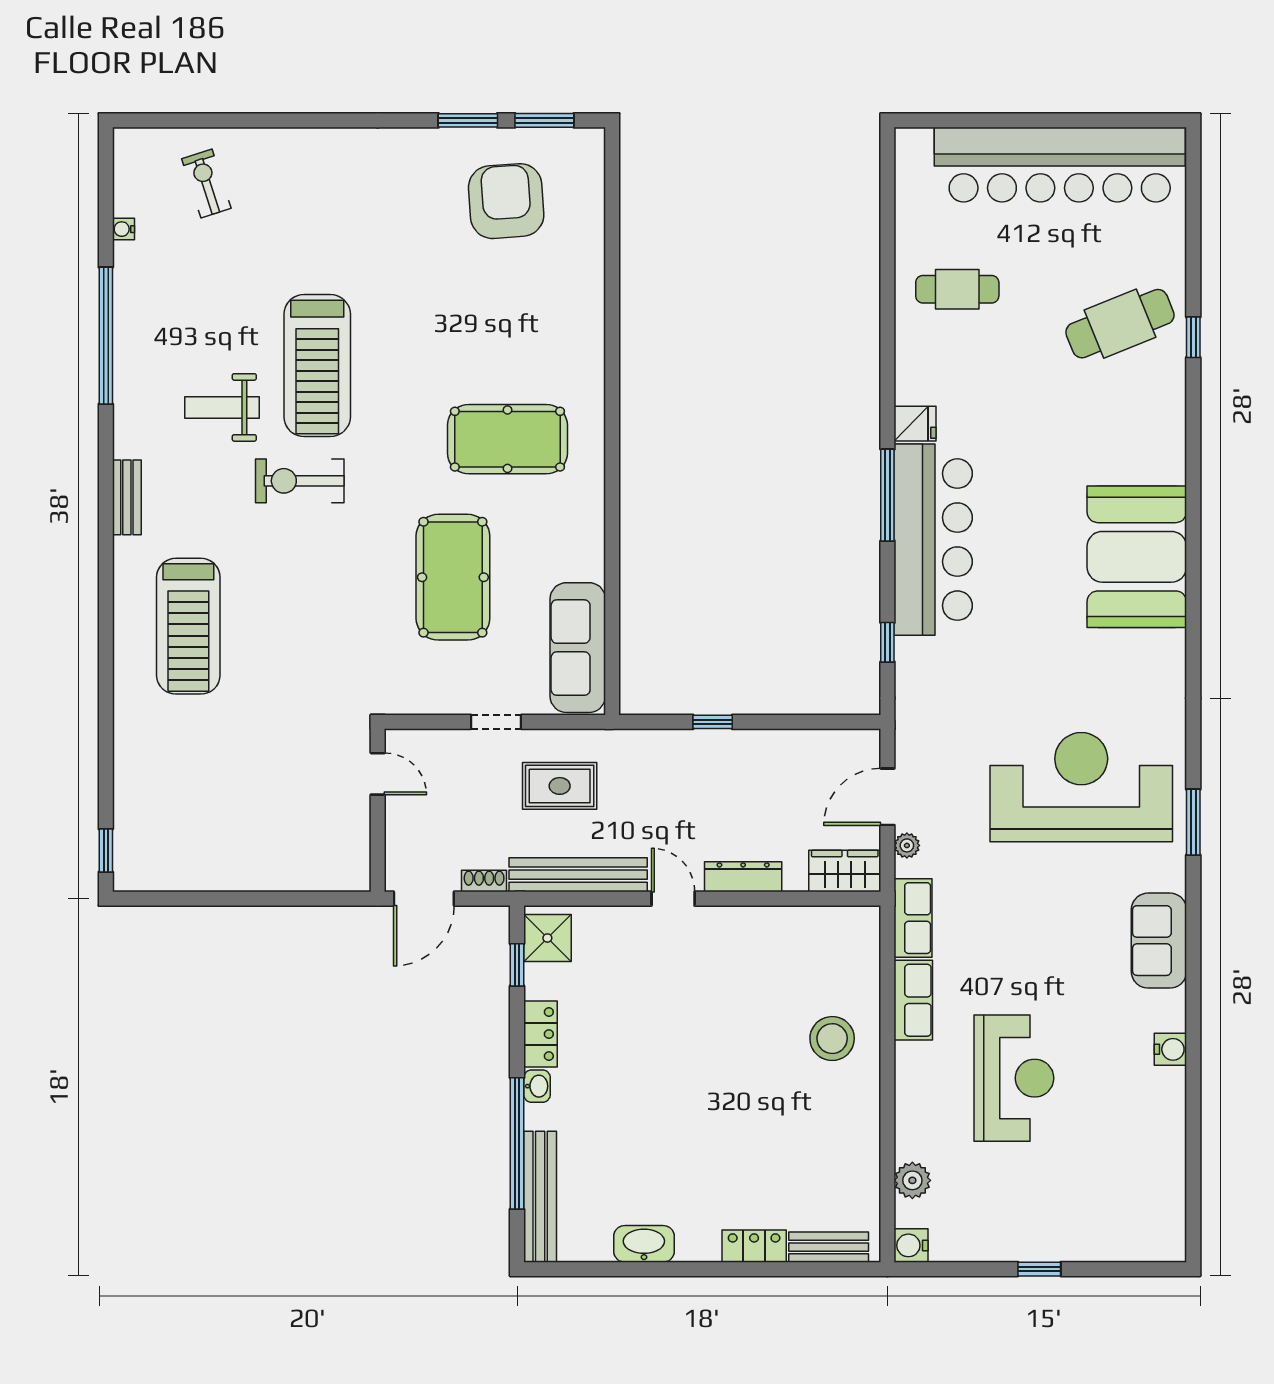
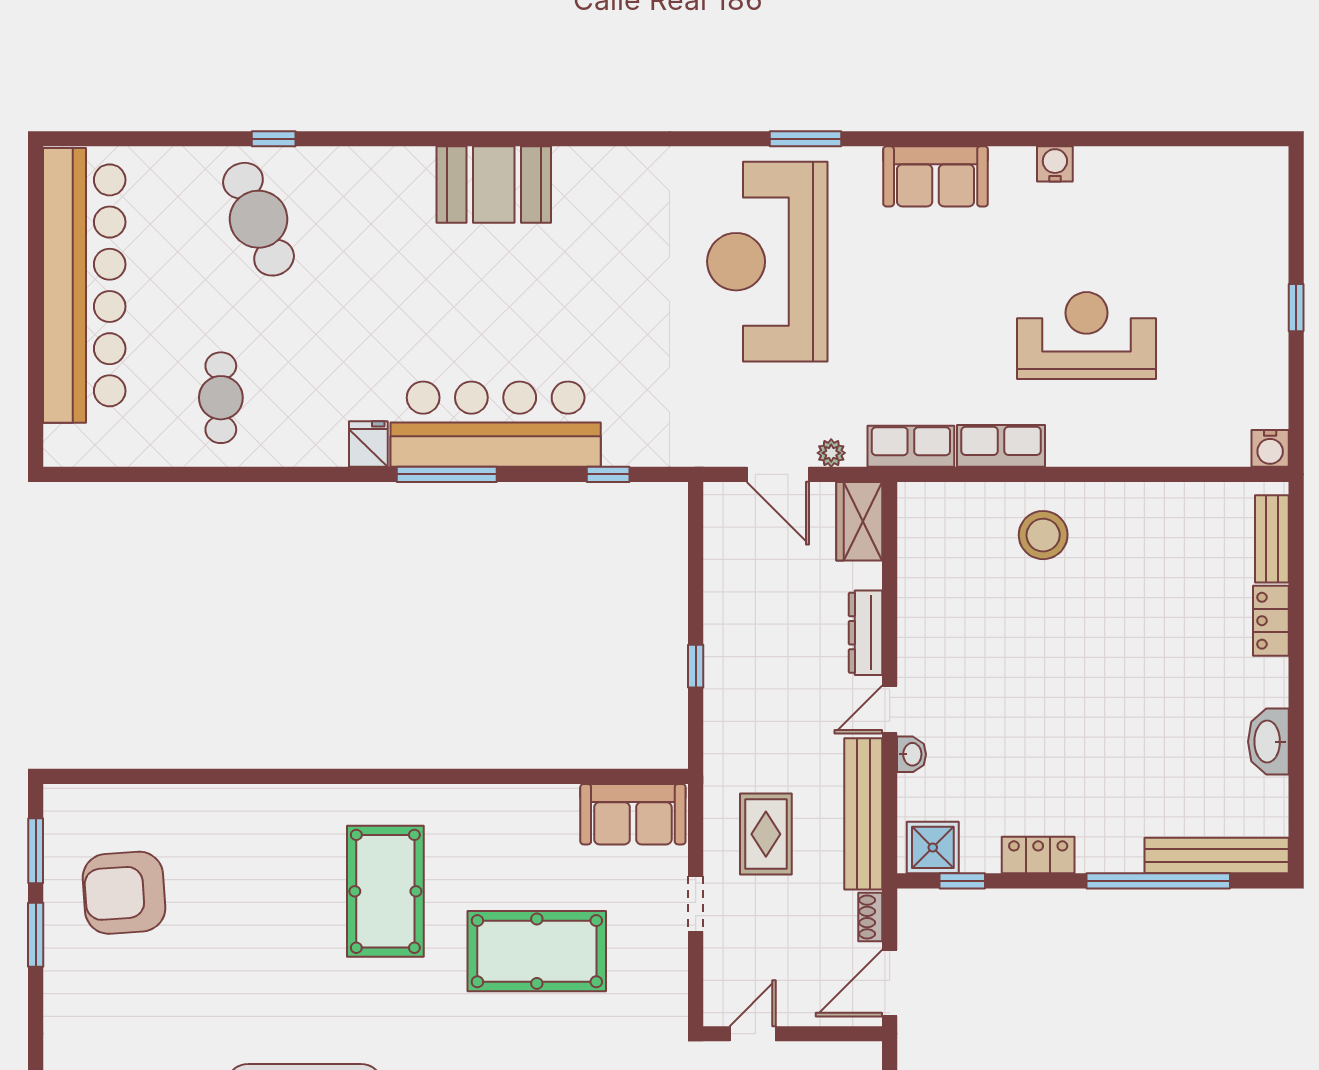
booth: (1137, 557) -> (494, 184), width x0.73, depth x0.70
sofa: (578, 648) -> (633, 814), width x0.73
door: (424, 899) -> (890, 983), swing flipped
washbasin: (537, 1086) -> (911, 754), moved, turned 90
plant: (912, 1180) -> (1199, 447), removed

